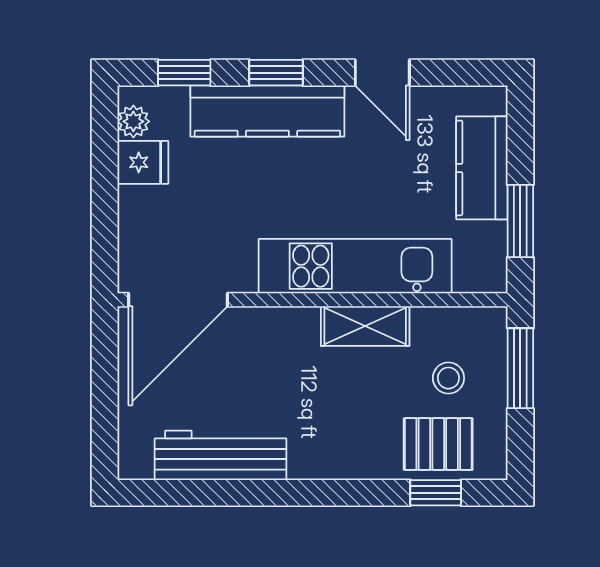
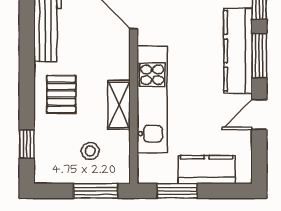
window: (276, 73) -> (259, 56), width x1.50
pallet: (438, 444) -> (61, 94), moved

